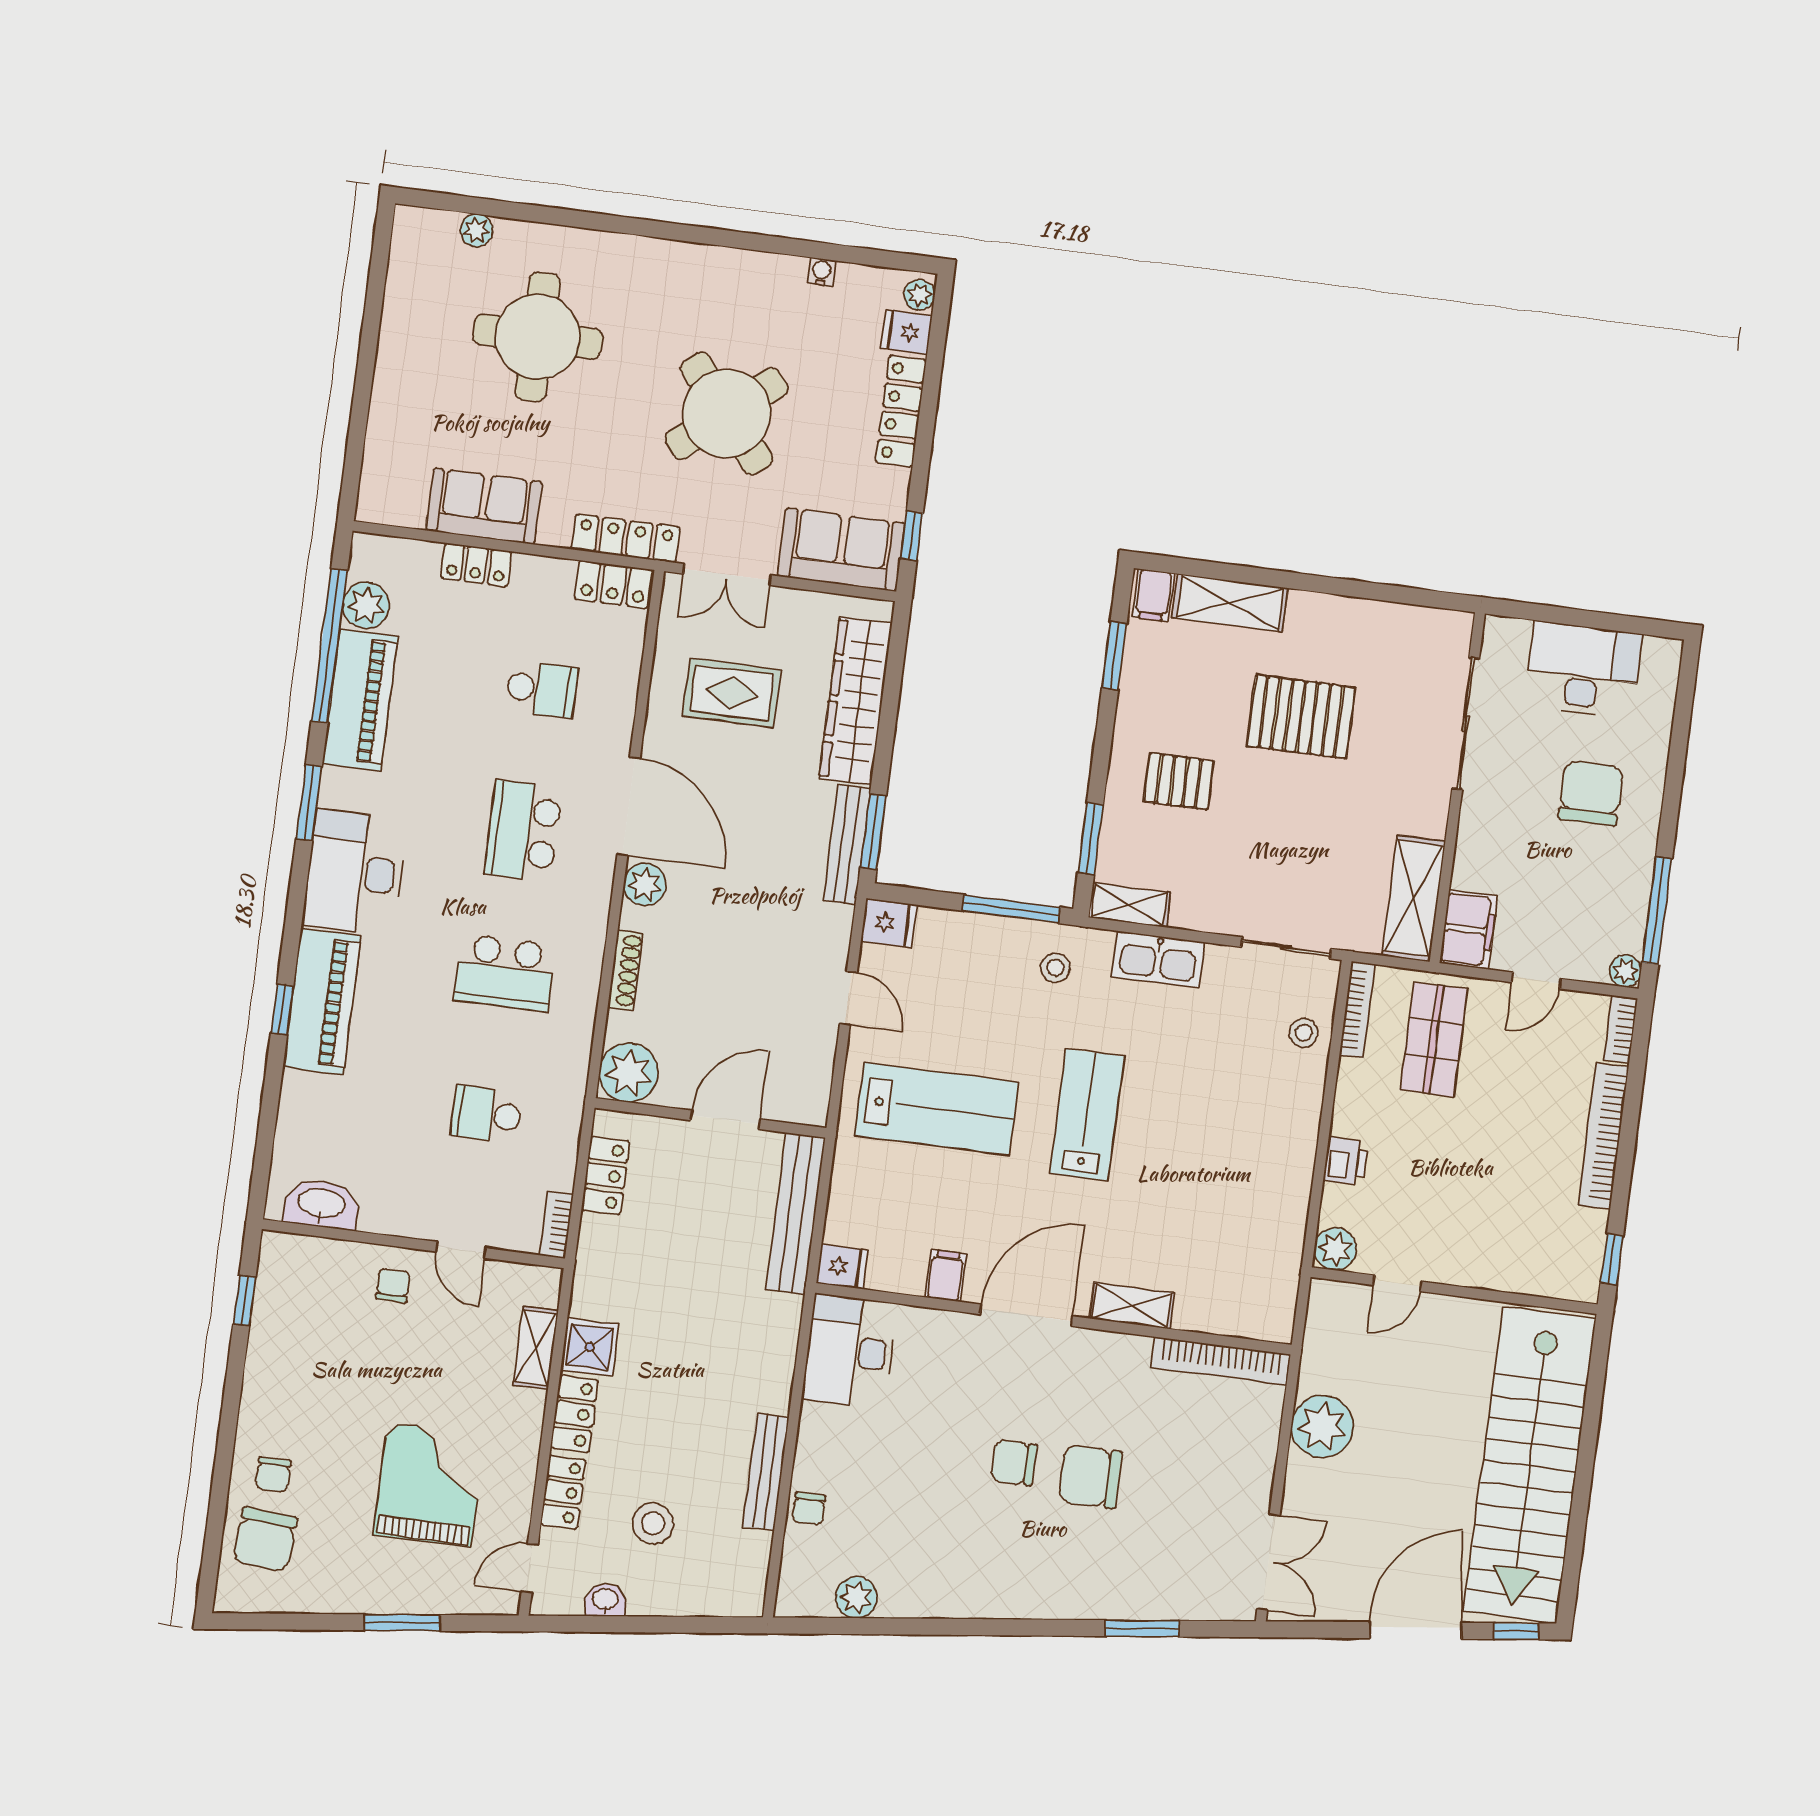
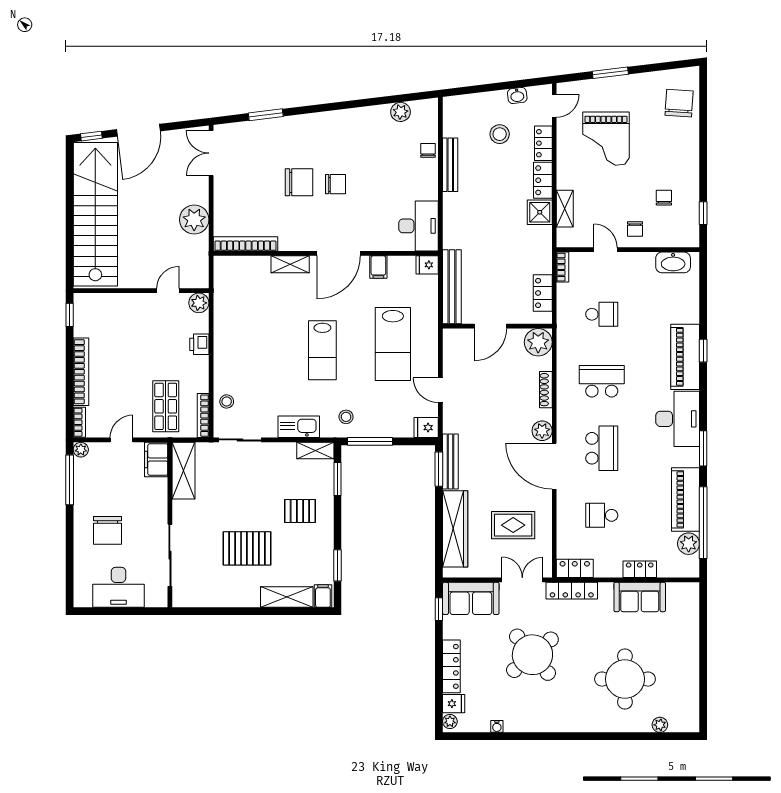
lab bench: (936, 1109) -> (393, 344), turned -90
chair: (273, 1475) -> (664, 198), moved

